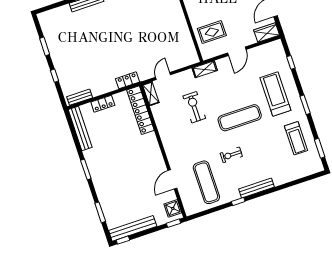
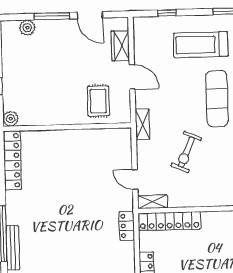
wardrobe: (267, 33) -> (120, 46), moved
exercise bike: (194, 107) -> (186, 152), turned -67

